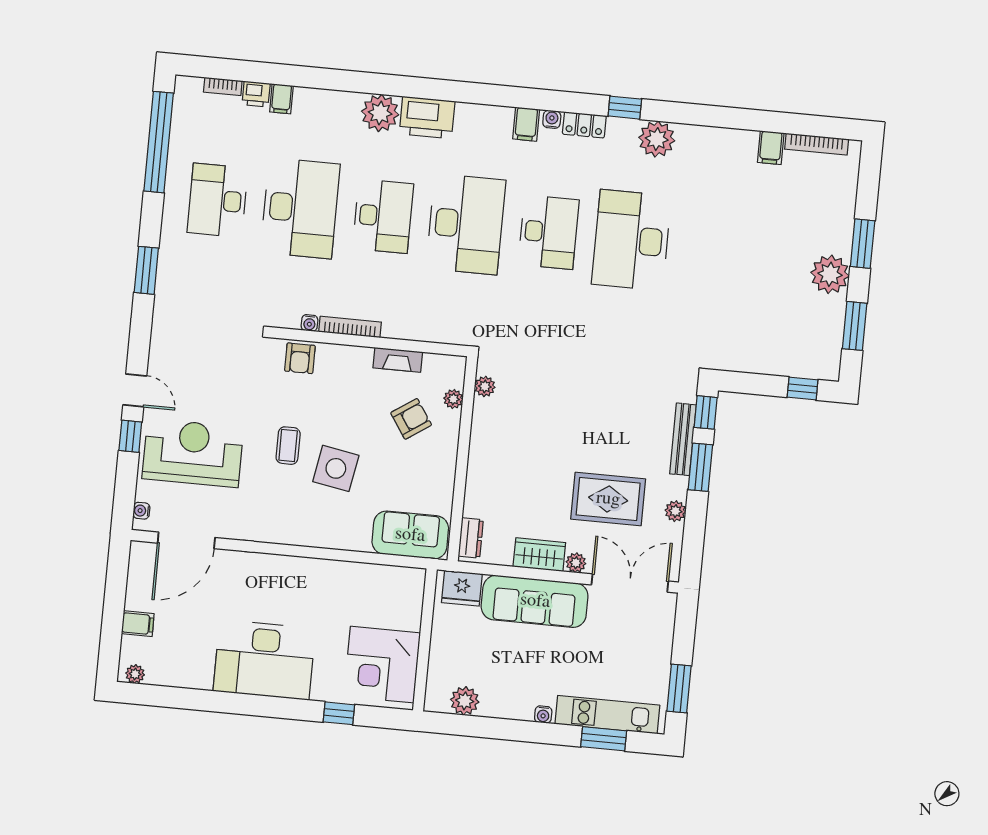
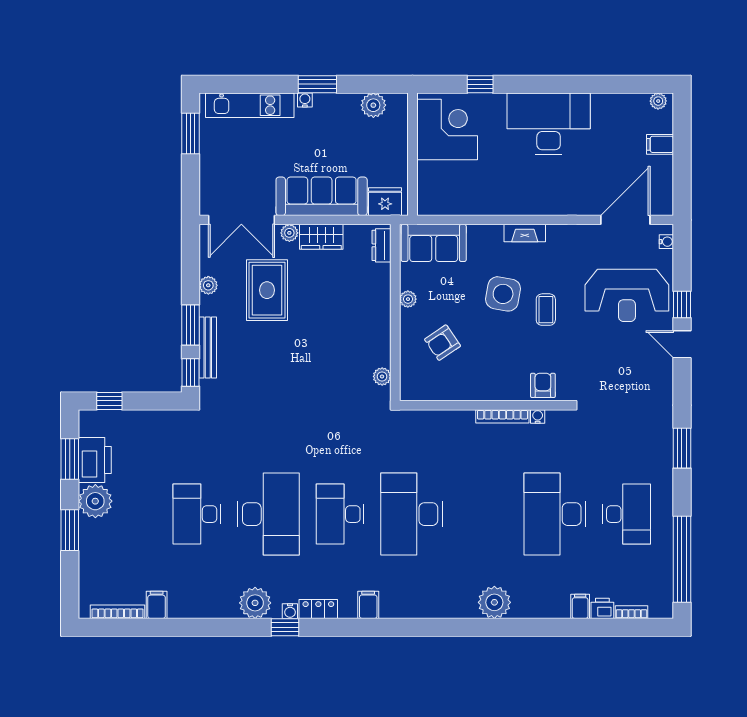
printer: (427, 118) -> (95, 460), moved, turned 90
water cooler: (552, 119) -> (290, 611), moved
desk: (383, 216) -> (197, 514), moved
fireplace: (398, 360) -> (525, 233), moved, turned 180
plant: (453, 399) -> (408, 299), moved
rug: (608, 499) -> (267, 290), turned 90
window: (604, 739) -> (317, 84), moved

